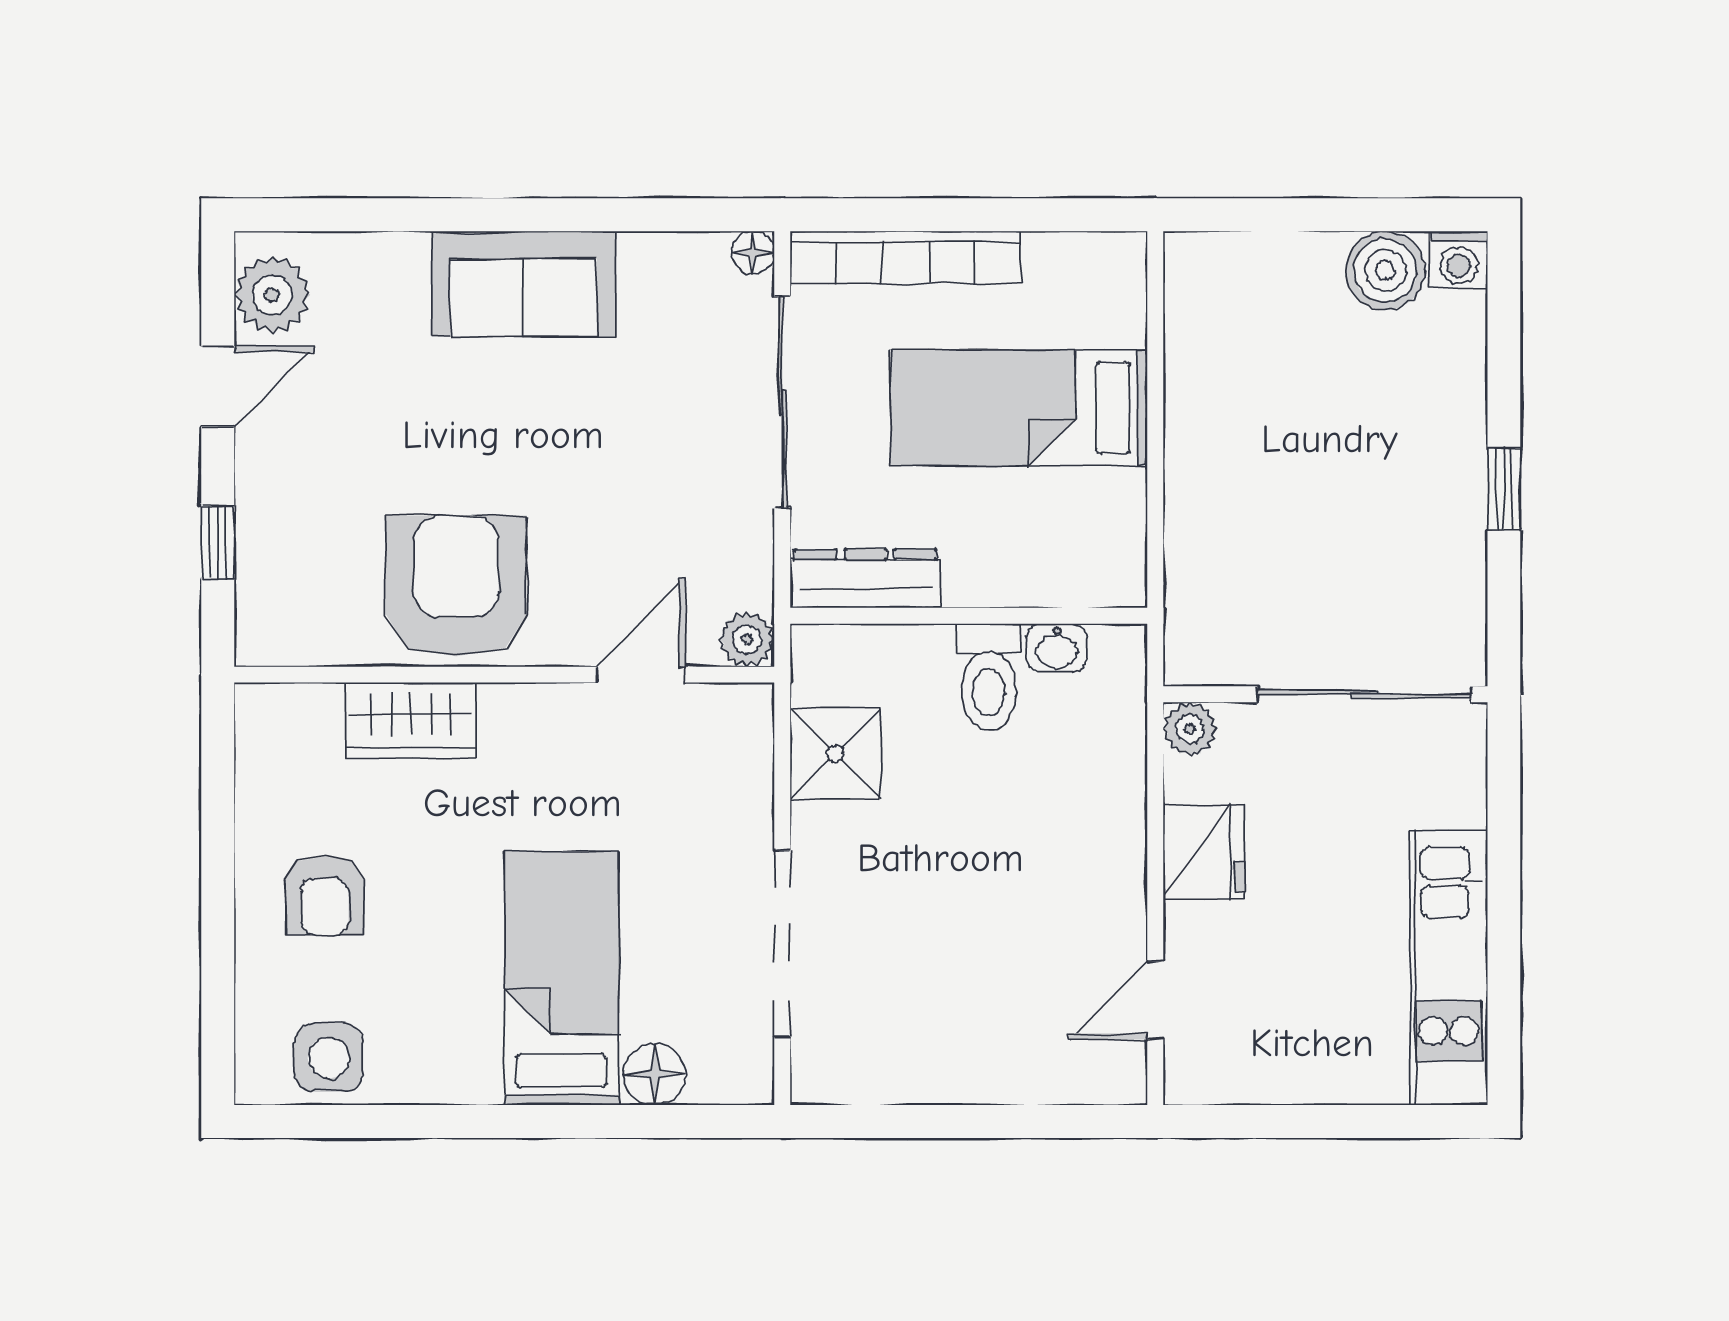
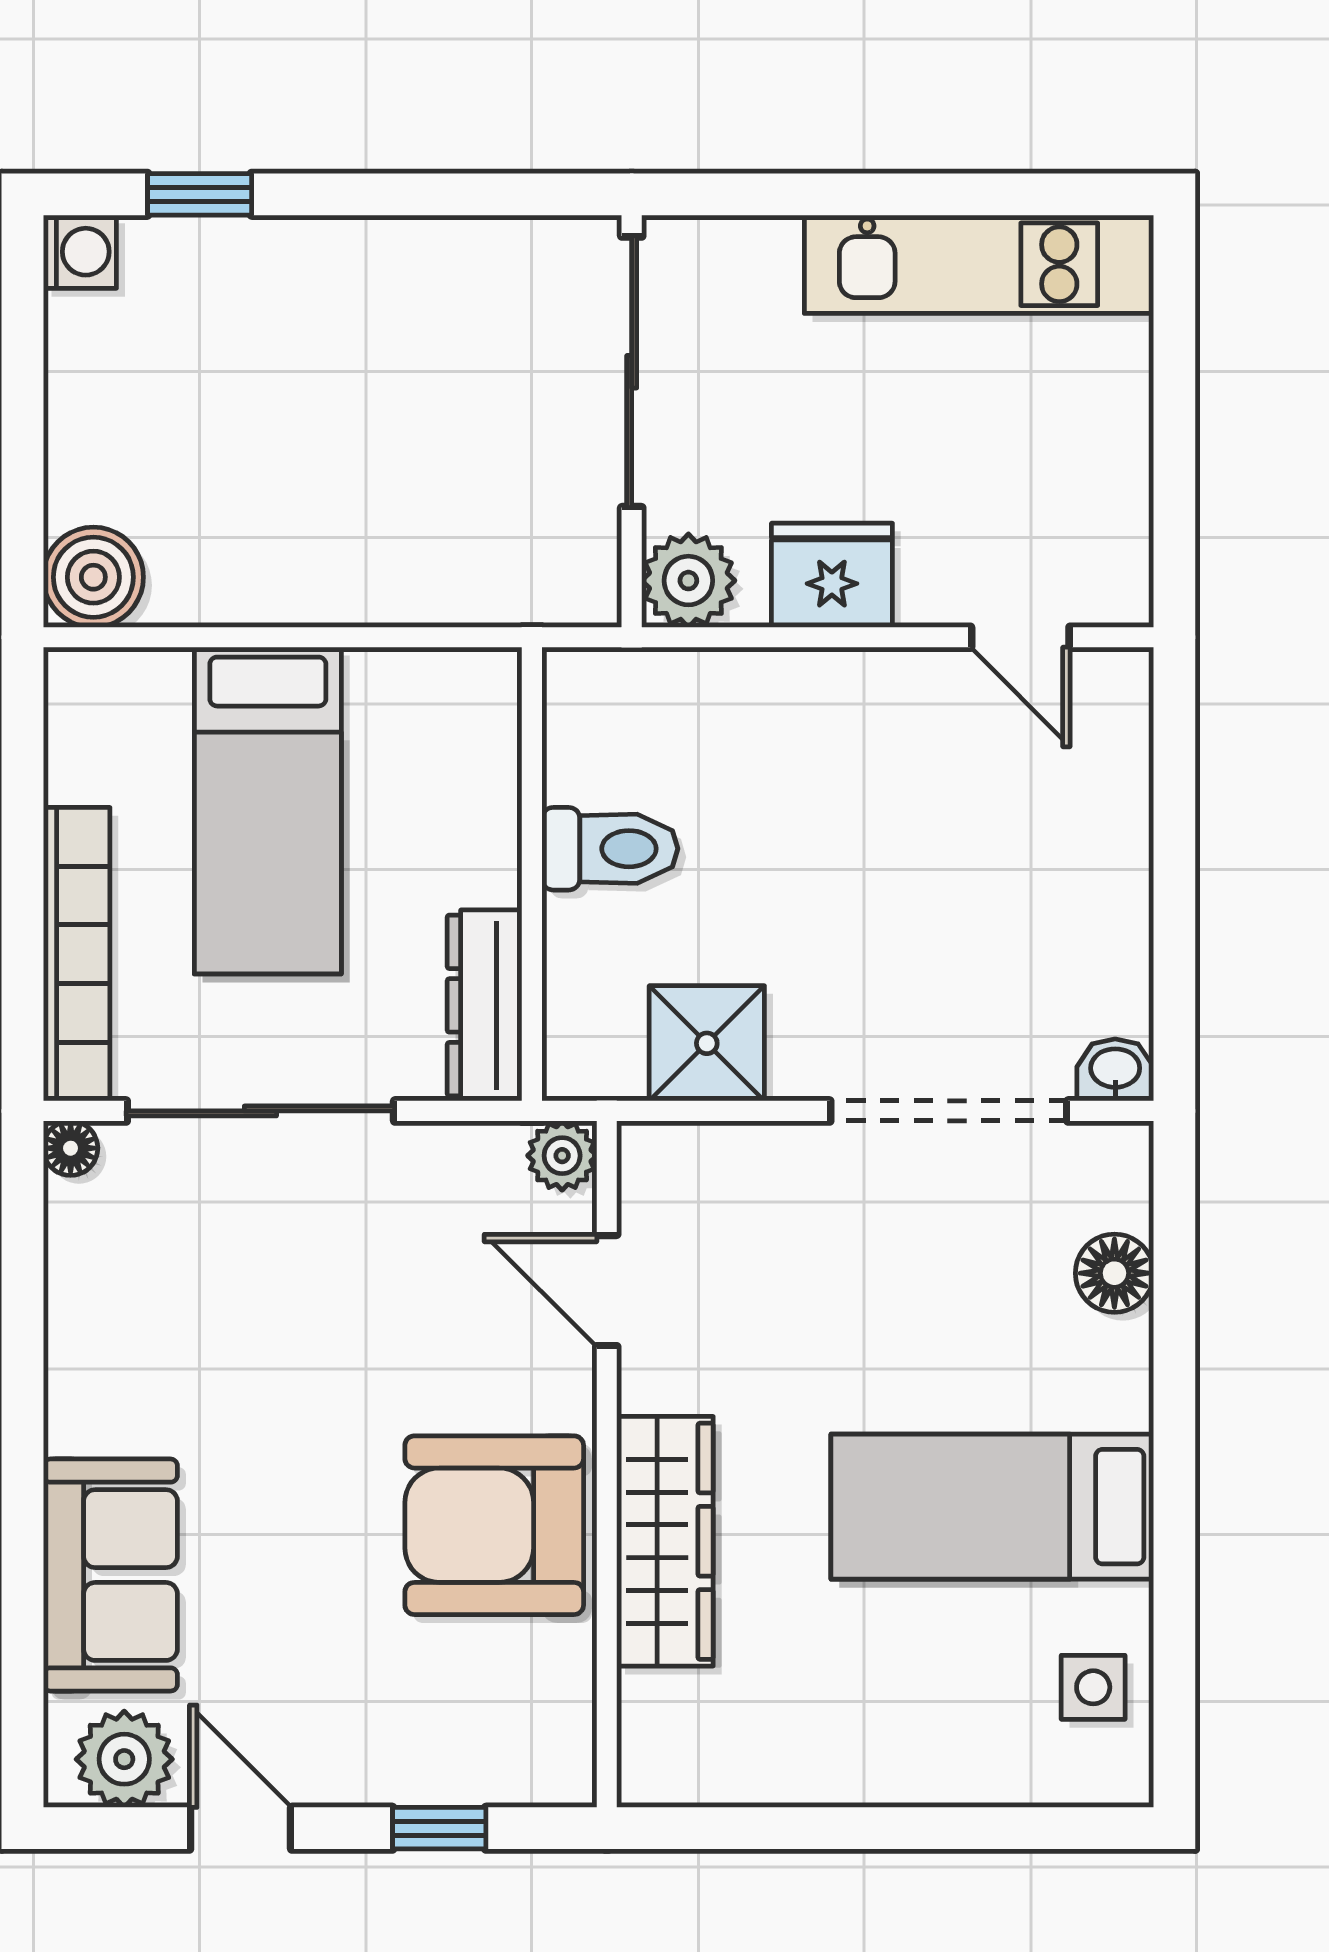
boiler: (1385, 270) -> (93, 577), moved
sofa: (523, 284) -> (110, 1575), moved
window: (1504, 489) -> (200, 194), moved
washbasin: (1057, 648) -> (1115, 1070), moved, turned -90
wardrobe: (411, 720) -> (665, 1541), width x1.50
plant: (1190, 729) -> (688, 581), width x1.38, depth x1.38
armchair: (325, 896) -> (888, 1692), removed
bed: (561, 978) -> (992, 1507), moved
side table: (329, 1058) -> (1093, 1687), width x0.73, depth x0.73

